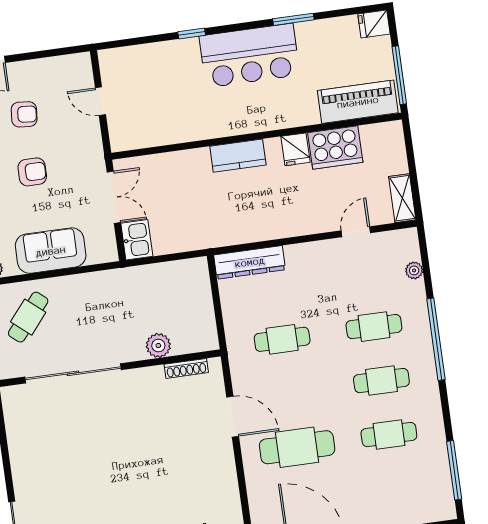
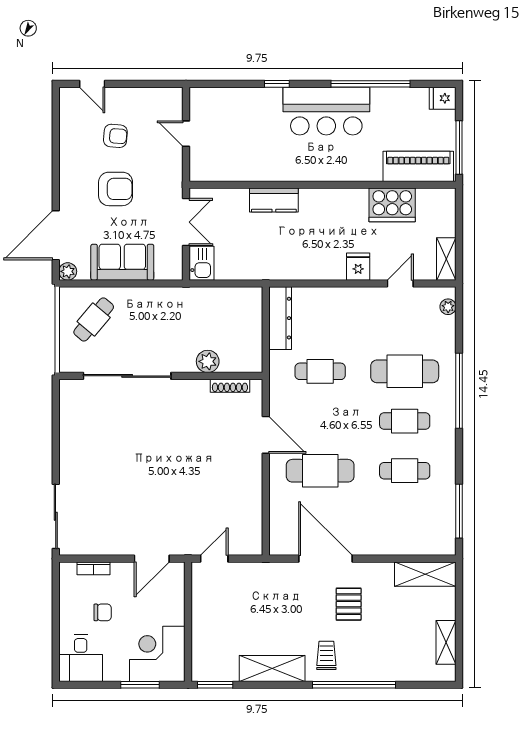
window: (293, 19) -> (370, 84), width x2.11
fridge: (295, 149) -> (358, 267), moved, turned 180
kitchen counter: (238, 156) -> (274, 200), moved
armchair: (32, 172) -> (116, 189), width x1.38, depth x1.38
dresser: (250, 262) -> (280, 318), moved, turned -90
plant: (414, 270) -> (448, 307), moved
cafe table: (374, 327) -> (405, 371), width x1.37, depth x1.35

